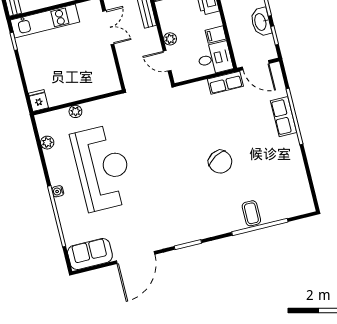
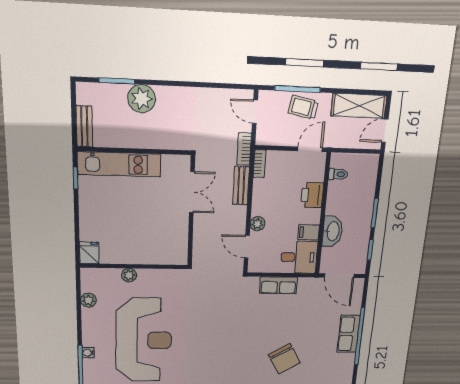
washbasin: (261, 22) -> (333, 231), moved, turned 180
row of seats: (225, 83) -> (278, 285), moved
chair: (220, 162) -> (284, 359), moved

